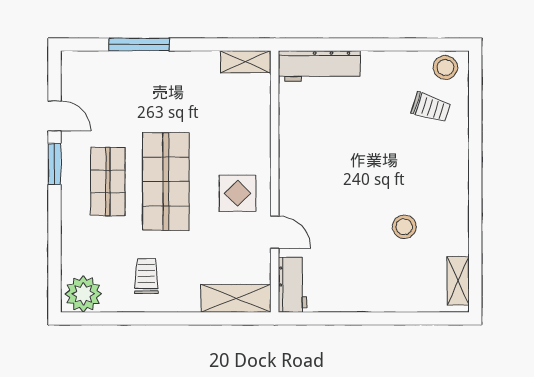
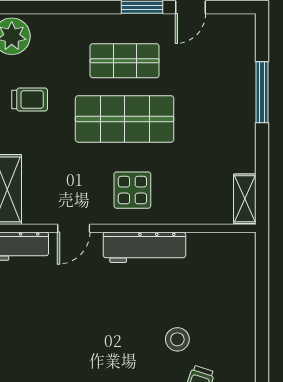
workbench: (319, 66) -> (144, 247), moved, turned -90
display table: (238, 193) -> (132, 190), moved
stool: (404, 227) -> (177, 339), moved

